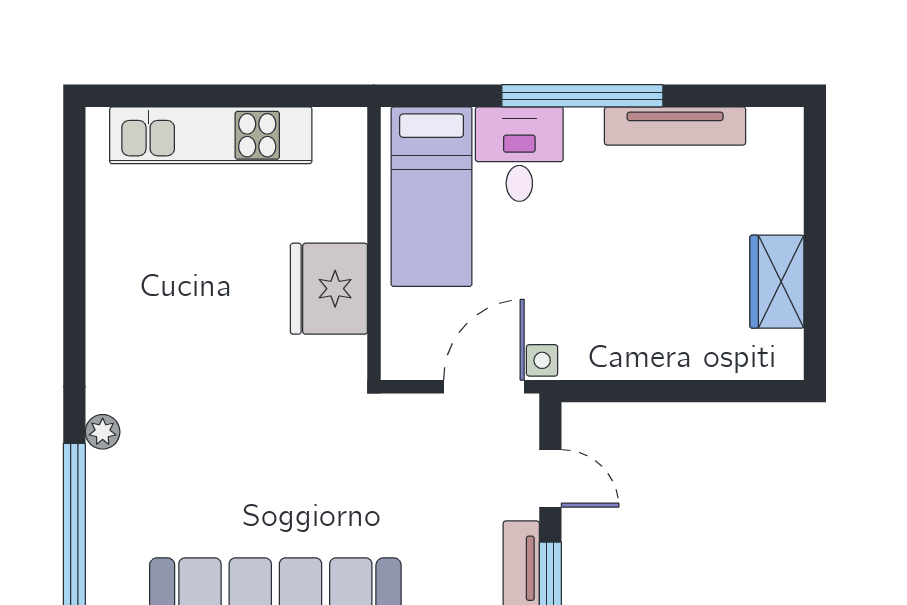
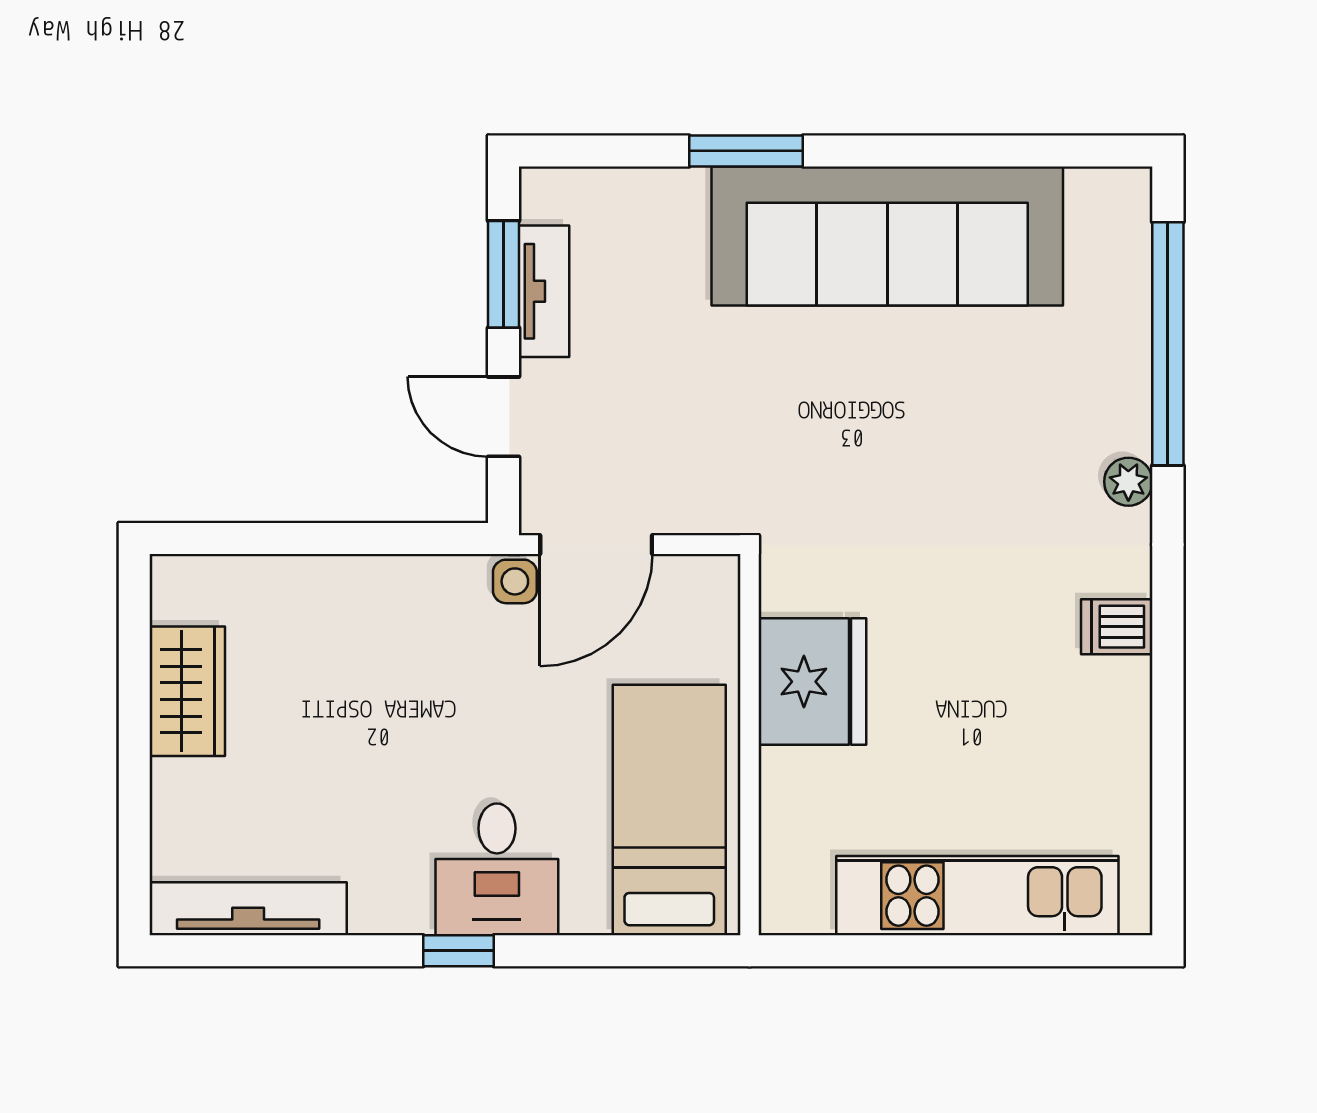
window: (582, 96) -> (459, 951), width x0.32
tv unit: (675, 126) -> (248, 909), moved
desk: (519, 154) -> (497, 869), moved
dishwasher: (111, 328) -> (1117, 627), added

